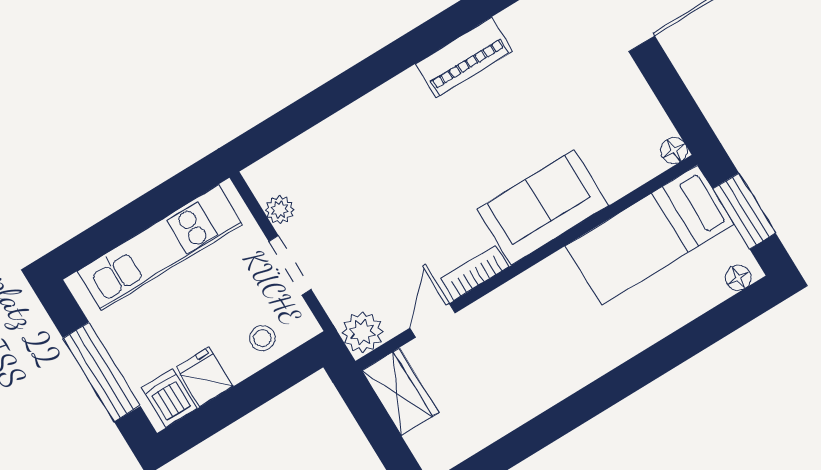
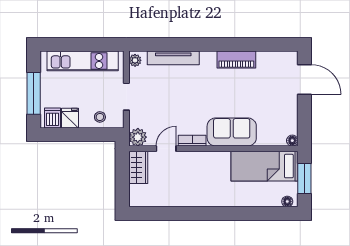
tv unit: (336, 131) -> (173, 58), added
plant: (280, 210) -> (135, 60), moved

